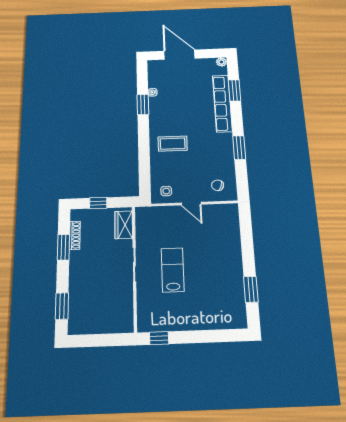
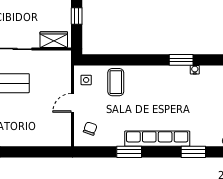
row of seats: (222, 103) -> (157, 139), moved
coffee table: (173, 144) -> (116, 82), moved

